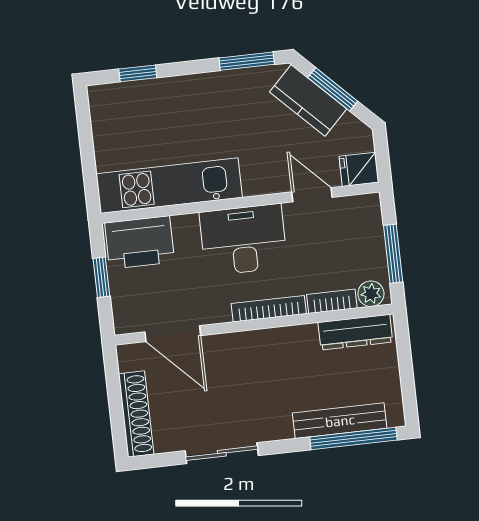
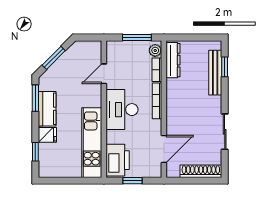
kitchen counter: (308, 100) -> (47, 109), moved, turned -45
fridge: (359, 169) -> (47, 135), moved, turned -90
window: (353, 438) -> (225, 67), width x0.46

